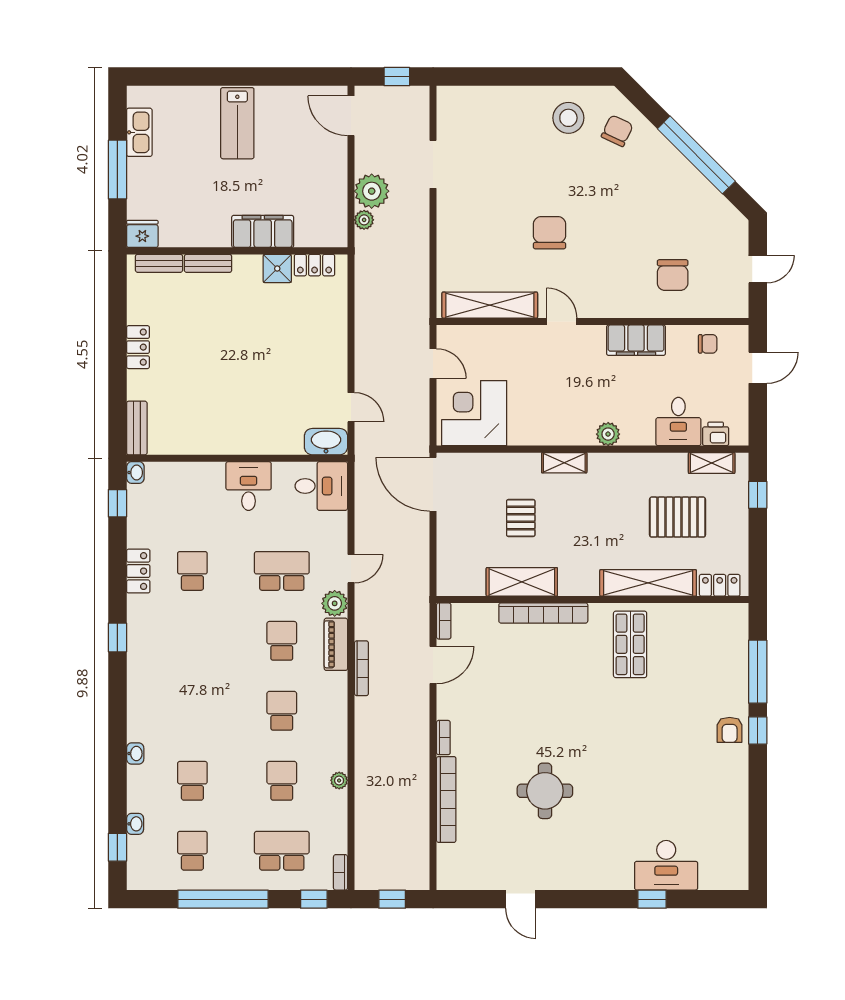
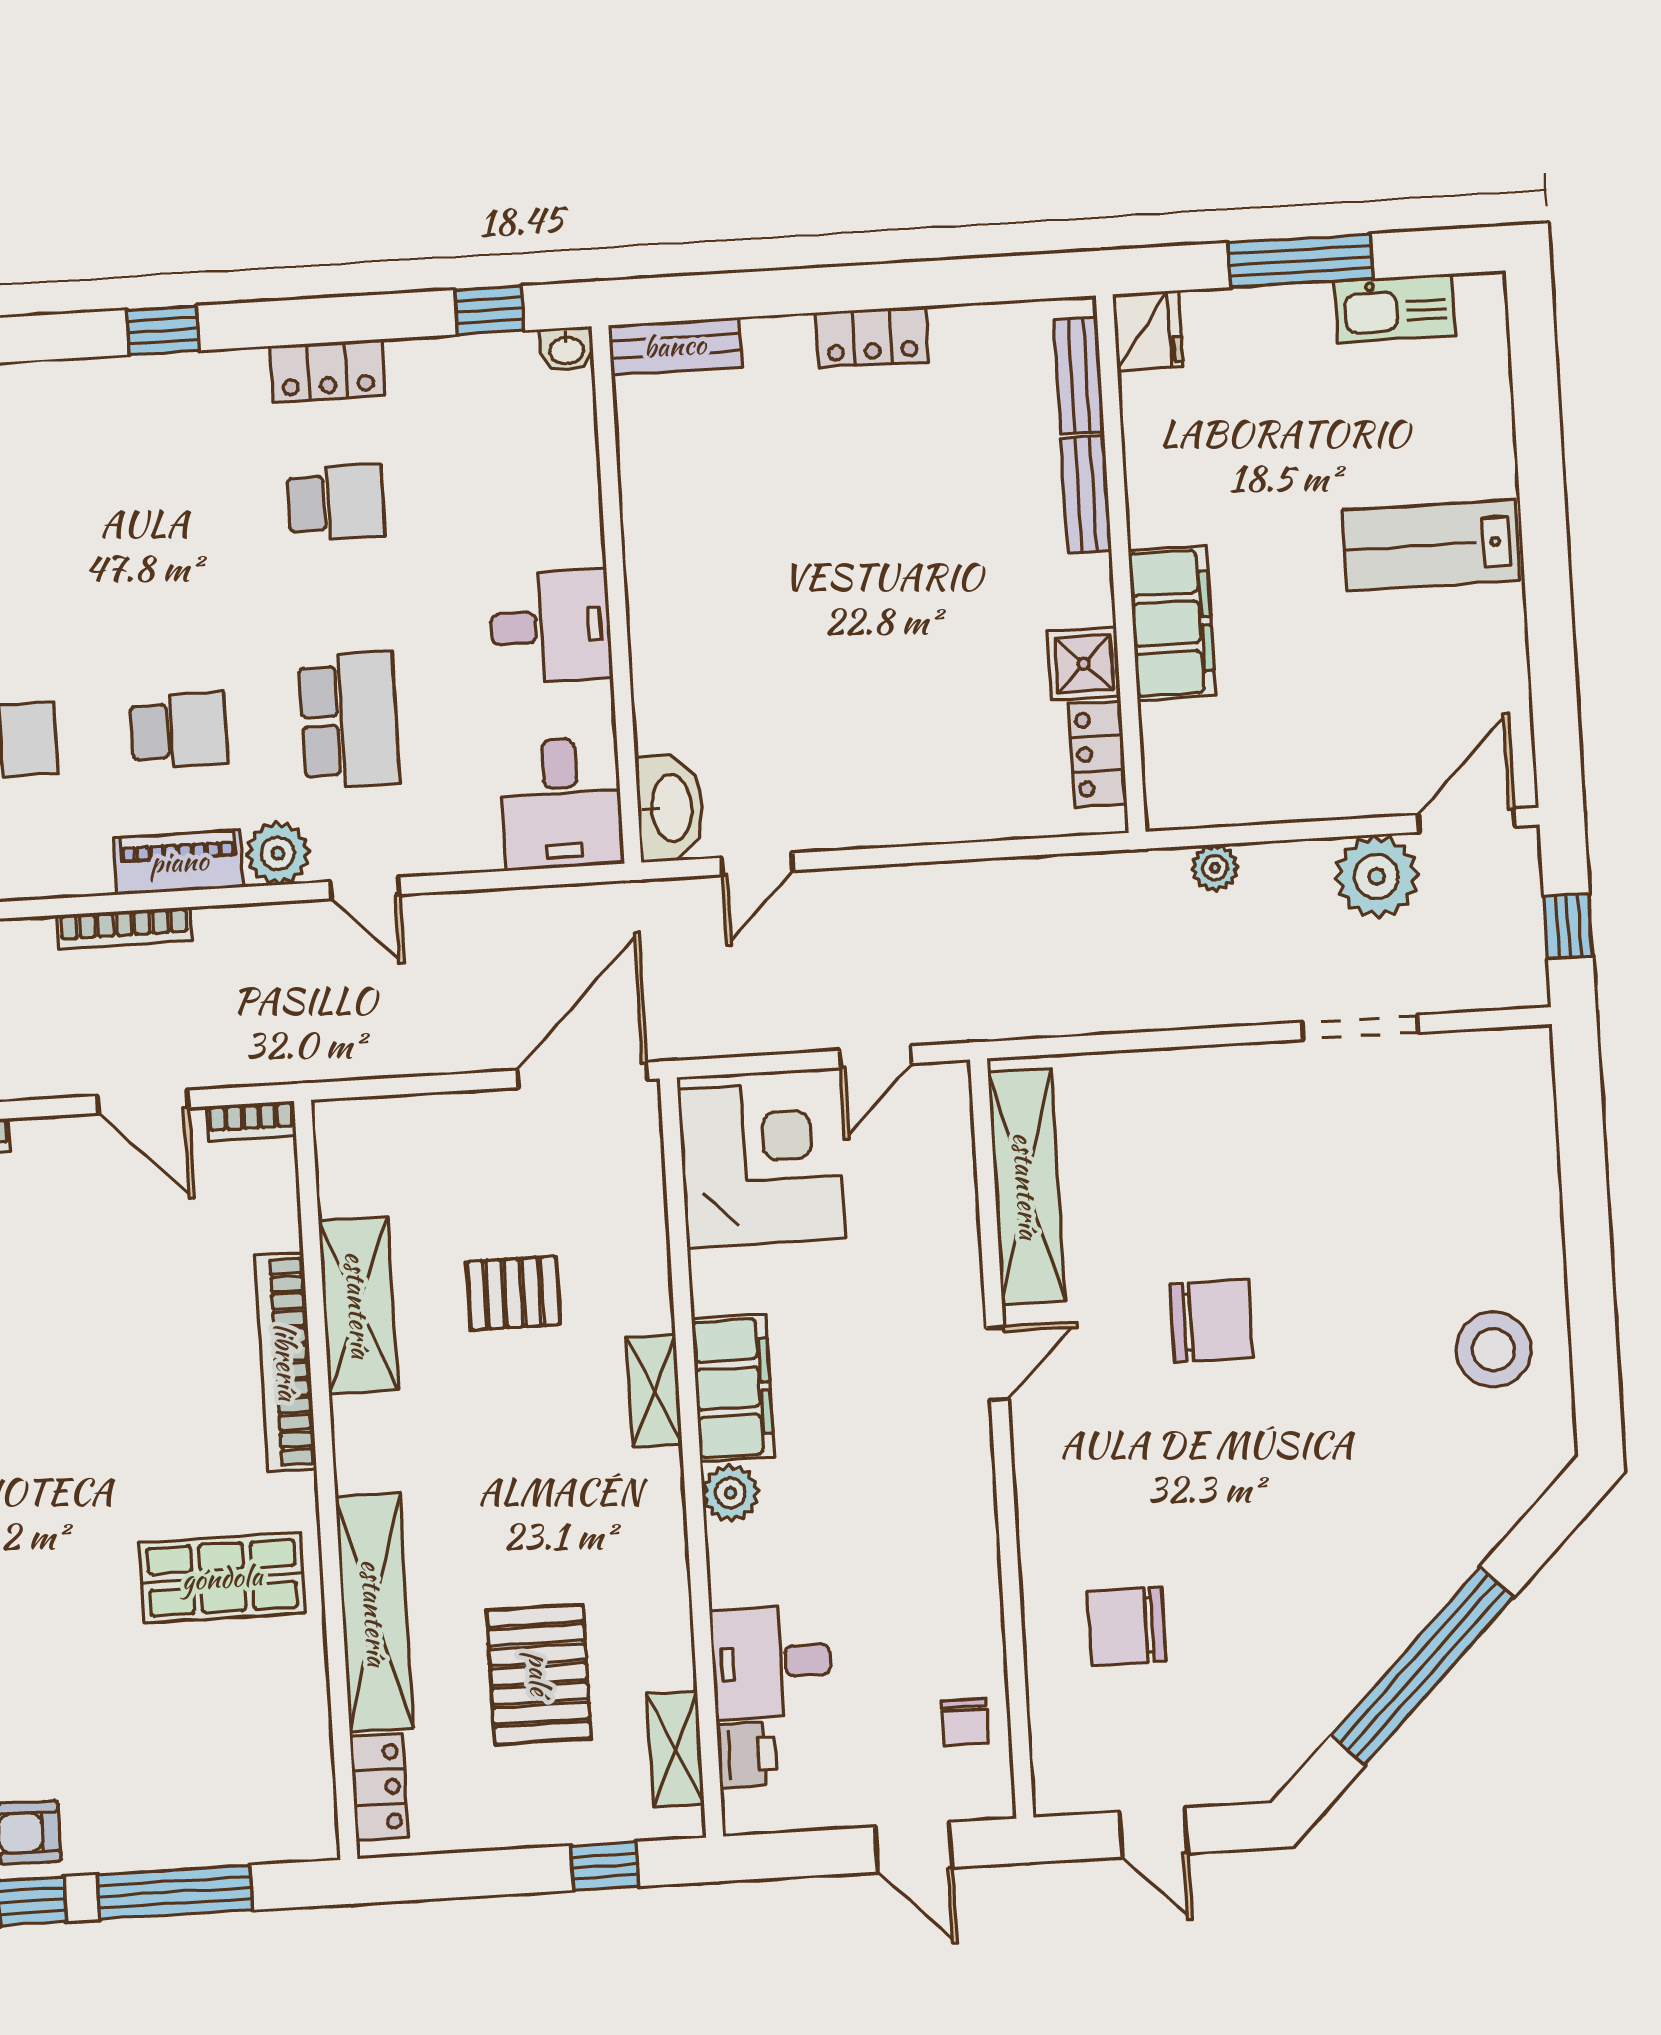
chair: (617, 131) -> (1469, 1470), removed
plant: (372, 191) -> (1377, 877), moved
filing cabinet: (636, 340) -> (733, 1388), moved, turned 180

